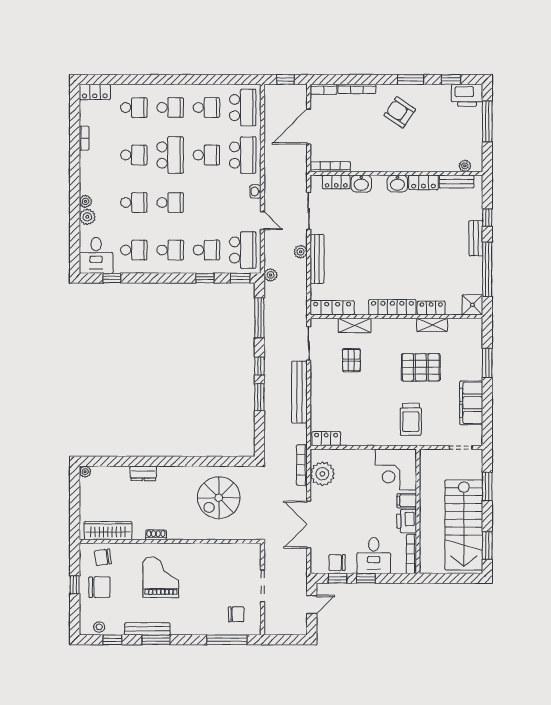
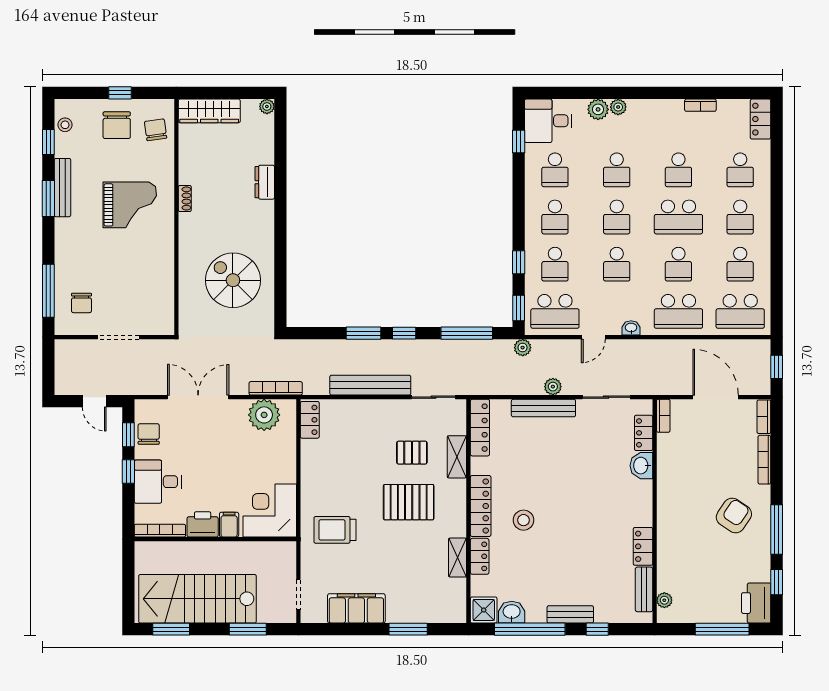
window: (410, 80) -> (777, 529), width x1.44
bookcase: (330, 167) -> (663, 416), width x0.64
washbasin: (397, 183) -> (512, 612), moved, turned 90
school desk: (206, 203) -> (617, 264), added
stool: (403, 274) -> (524, 520), added
pallet: (421, 367) -> (409, 502), moved, turned 90
wardrobe: (108, 531) -> (209, 111), moved, turned 90

